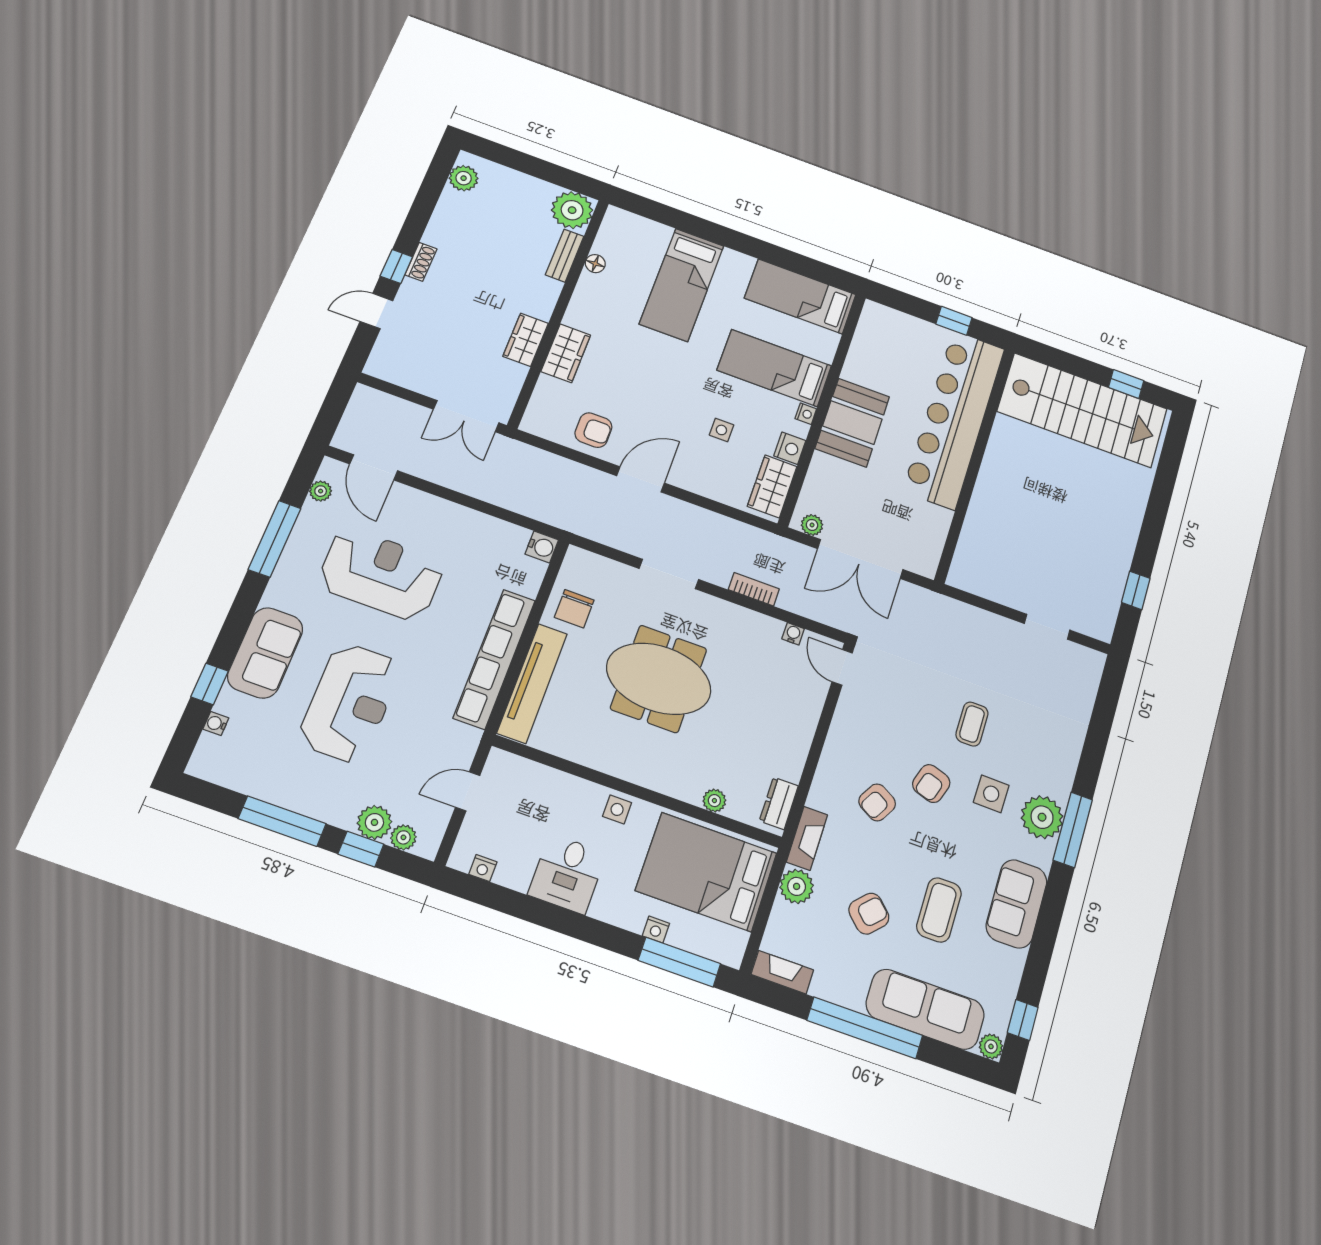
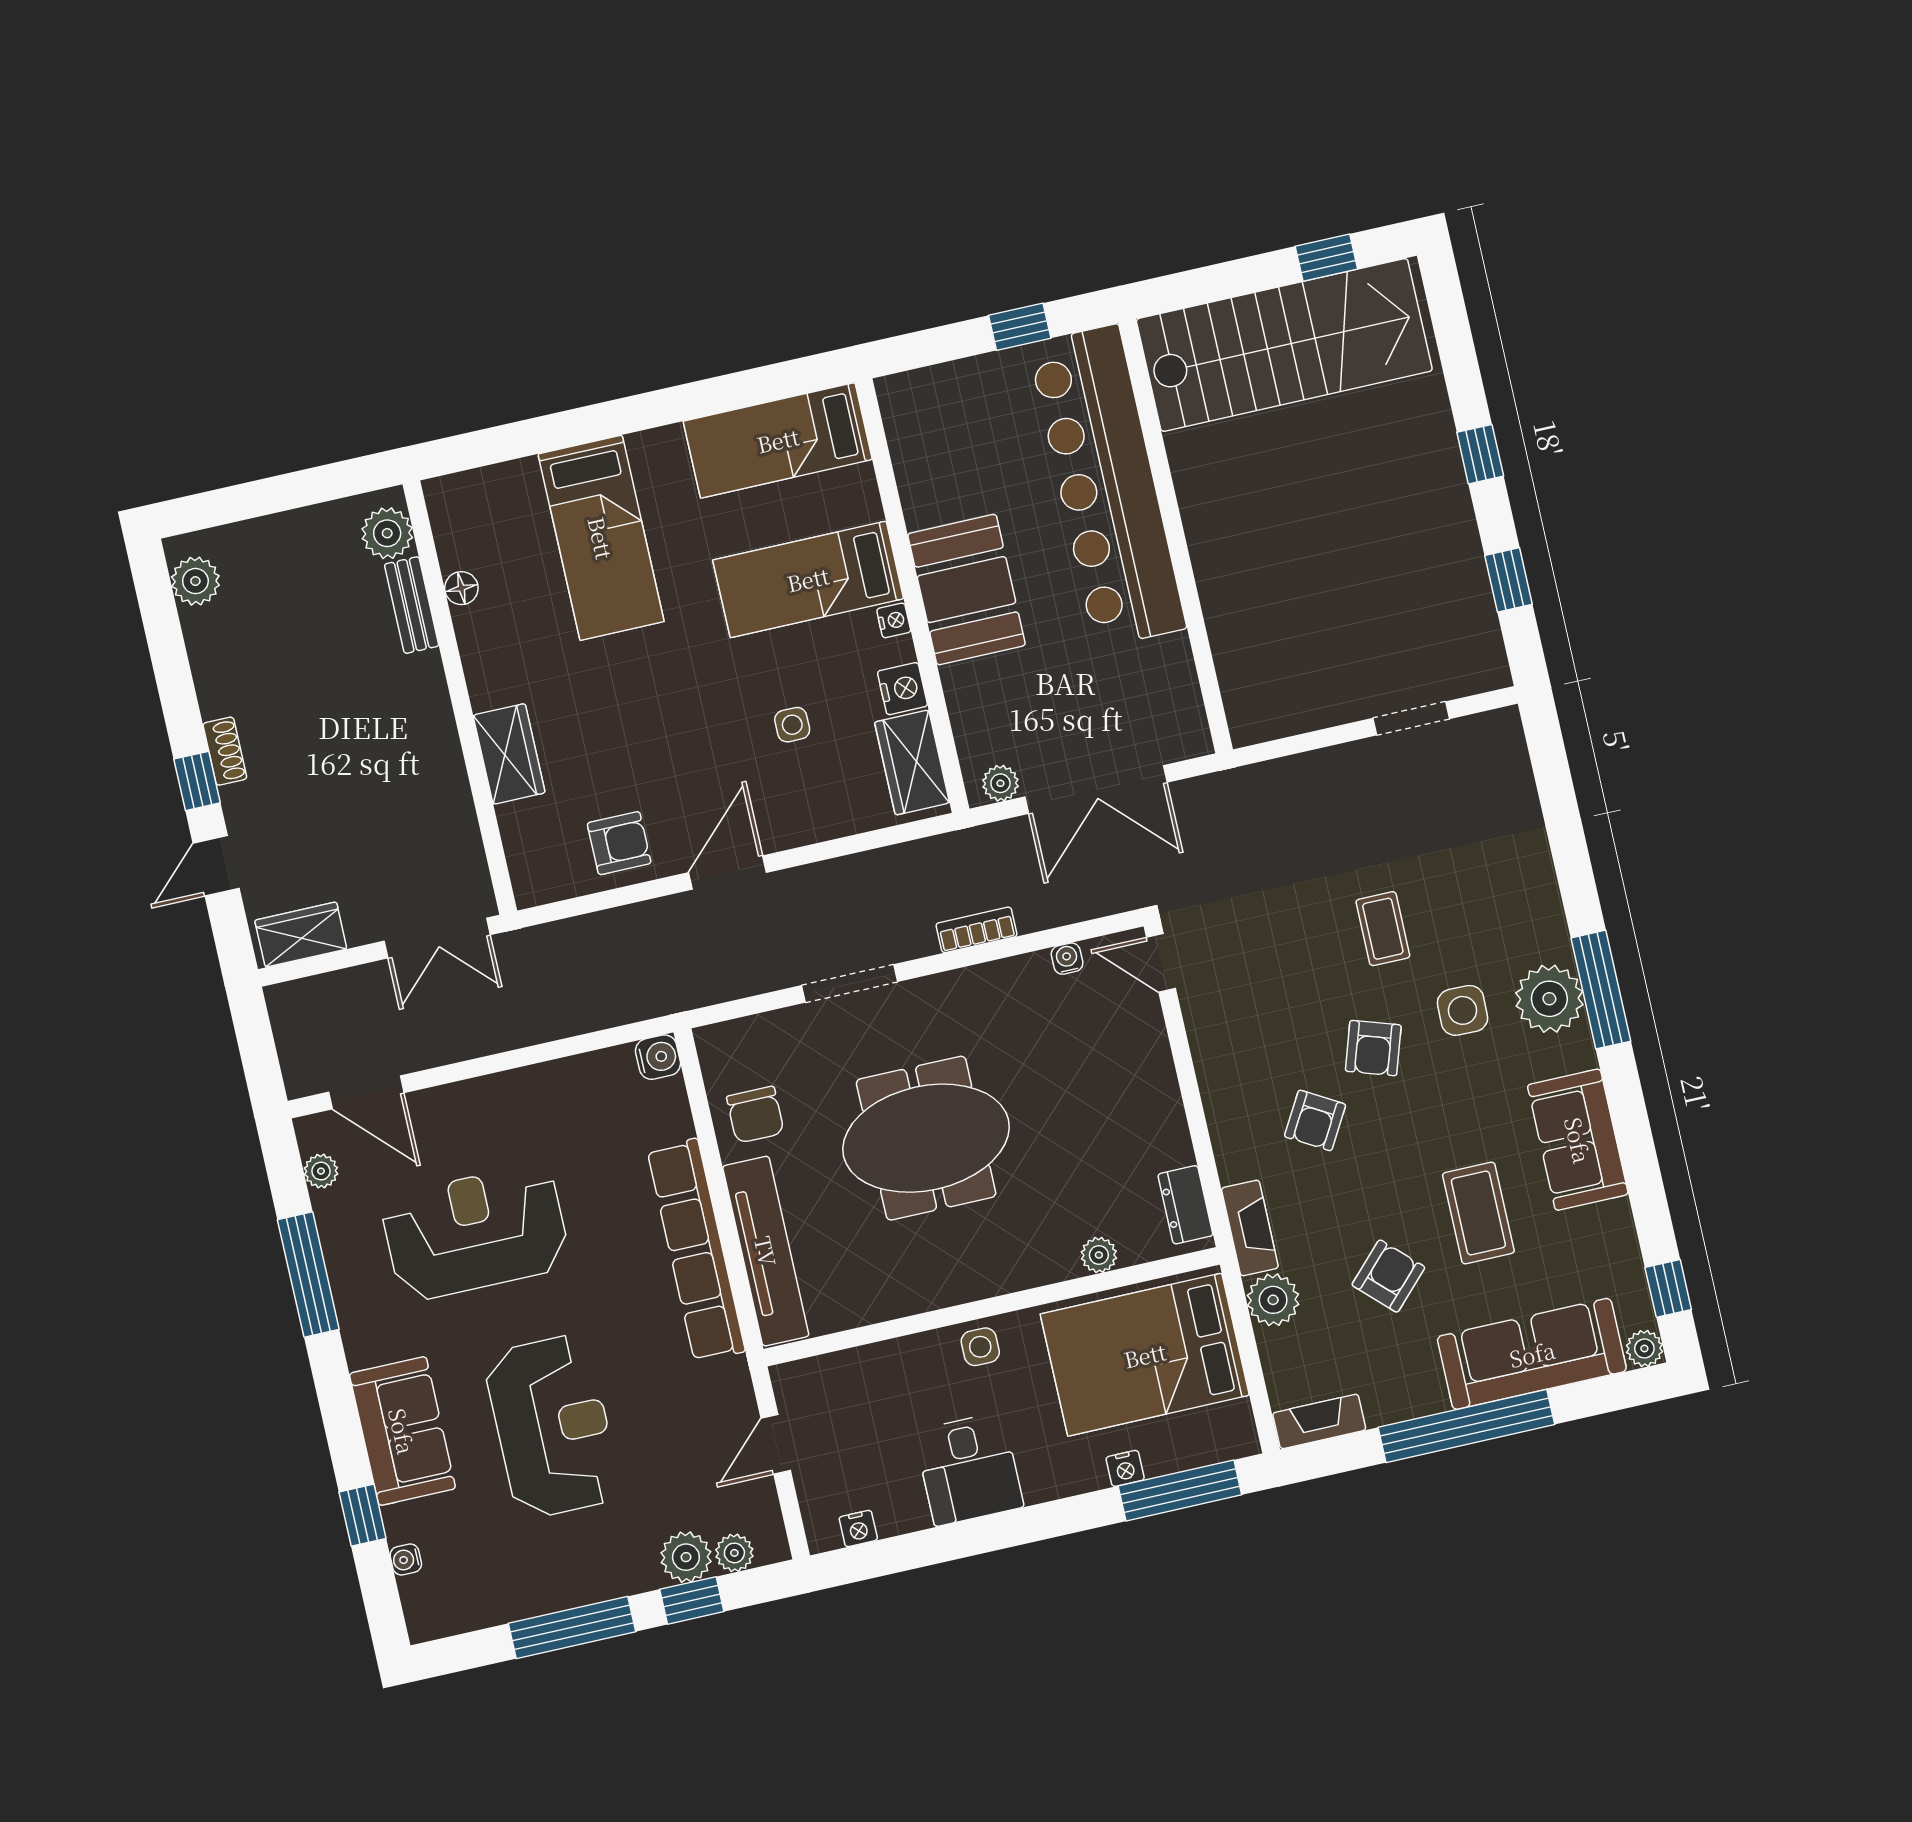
plant: (572, 210) -> (387, 533), width x0.73, depth x0.73
wardrobe: (526, 340) -> (301, 935), moved, turned 90
window: (1154, 521) -> (1480, 454), added

